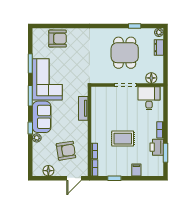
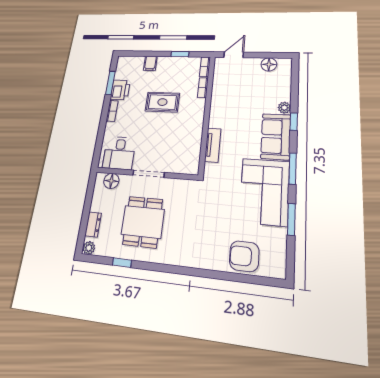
armchair: (66, 151) -> (242, 89), removed

